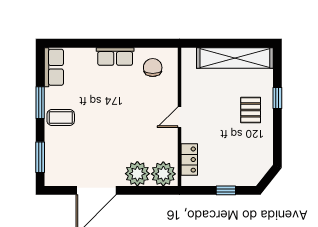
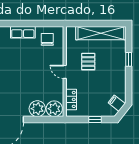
pallet: (251, 110) -> (88, 62), moved
door: (180, 117) -> (65, 72), hinge flipped
filing cabinet: (259, 165) -> (117, 103), added

